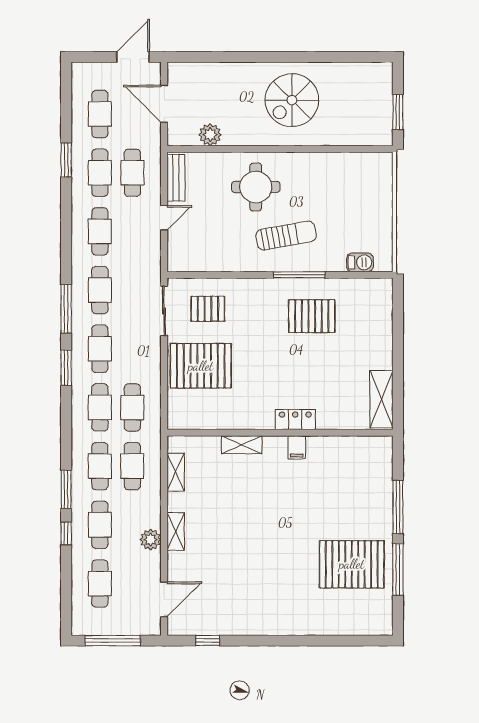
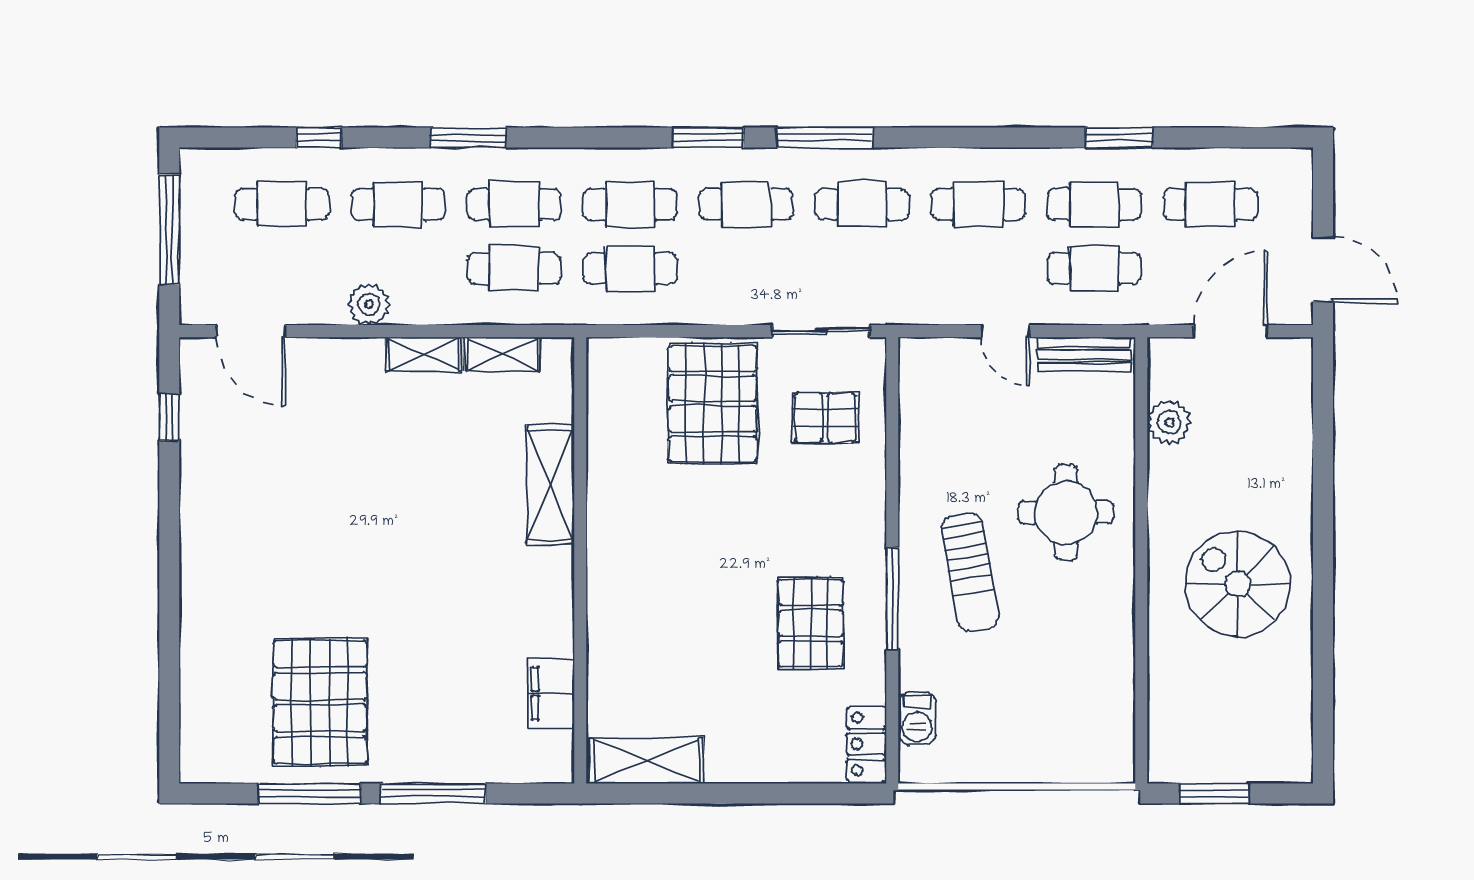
pallet: (208, 309) -> (825, 418), turned 90
locker: (295, 420) -> (866, 744), moved, turned 180
shelving: (242, 445) -> (550, 485), width x1.50, depth x1.33
filing cabinet: (297, 447) -> (551, 693), moved, width x2.00
shelving: (176, 532) -> (424, 354), moved
window: (66, 533) -> (319, 138), moved

